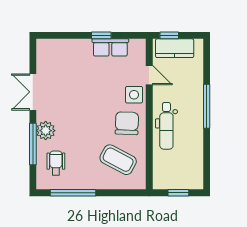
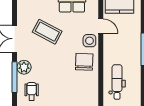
dental chair: (166, 126) -> (117, 82), moved, turned 180
coffee table: (118, 160) -> (47, 32), moved

